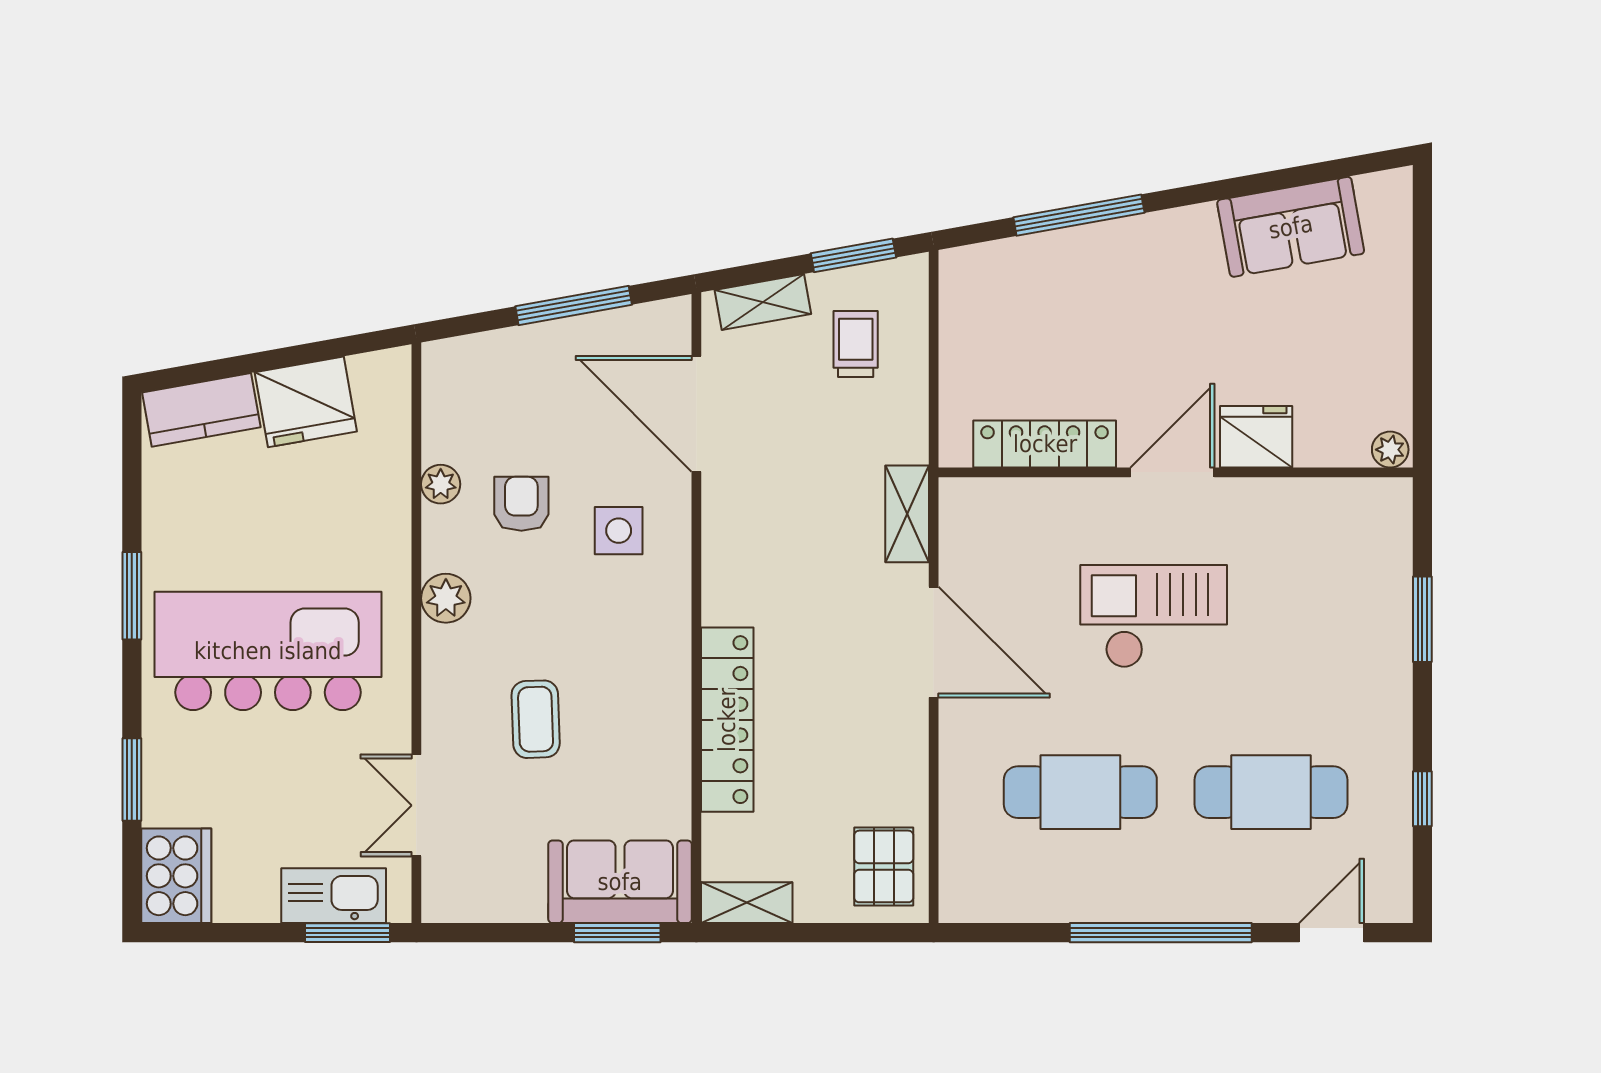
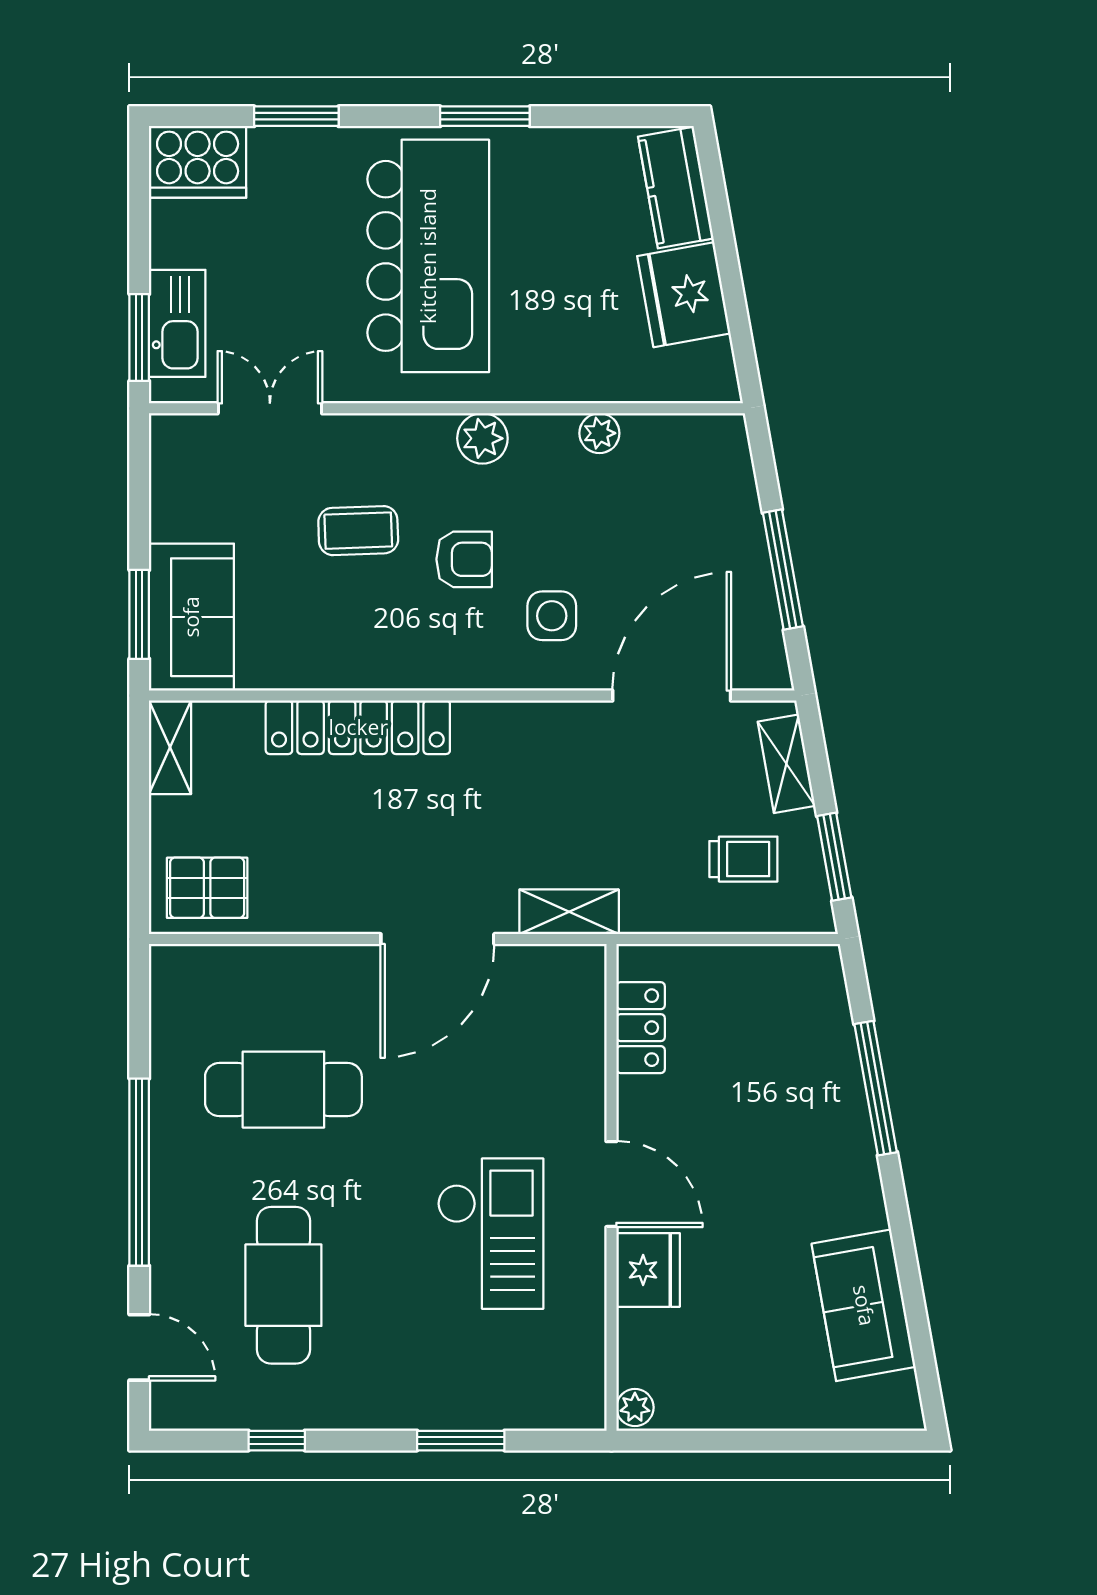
locker: (1045, 444) -> (641, 1028), width x0.66
armchair: (521, 504) -> (464, 559), moved
checkout: (1154, 616) -> (490, 1234), moved
cafe table: (1080, 792) -> (283, 1090), turned 90

